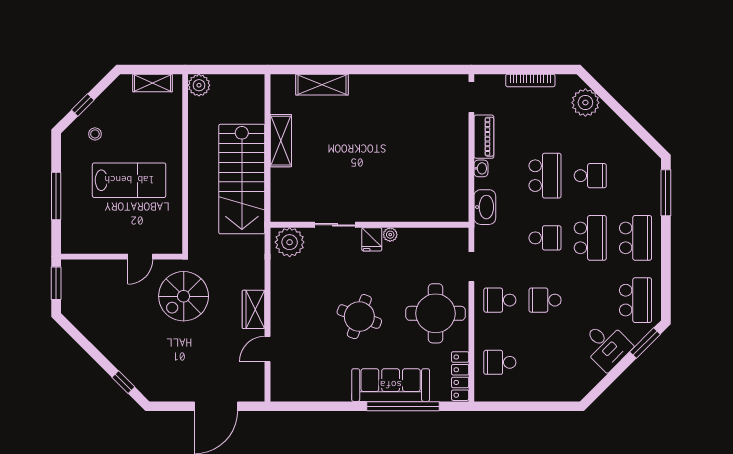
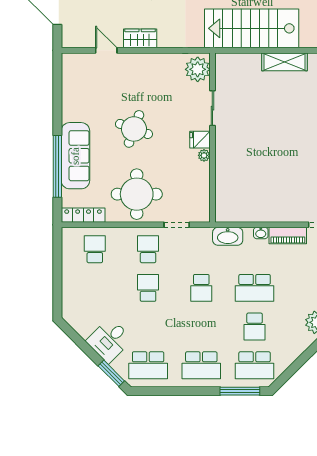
school desk: (590, 238) -> (255, 365), moved

